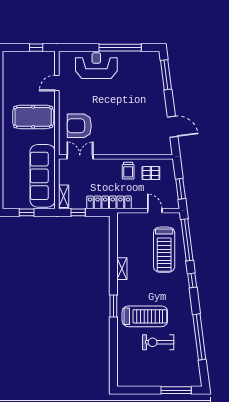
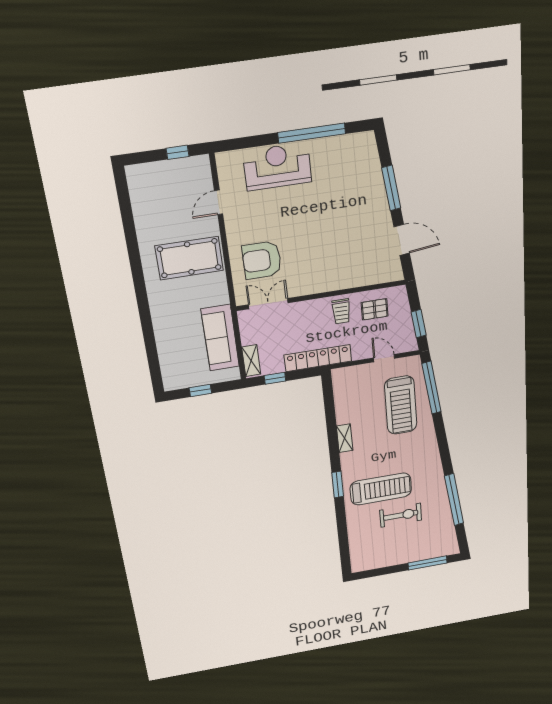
window: (166, 75) -> (391, 188), moved
sofa: (43, 176) -> (220, 338), width x0.74, depth x0.79
window: (192, 280) -> (441, 436), removed
exercise bike: (158, 342) -> (401, 515), turned 180

